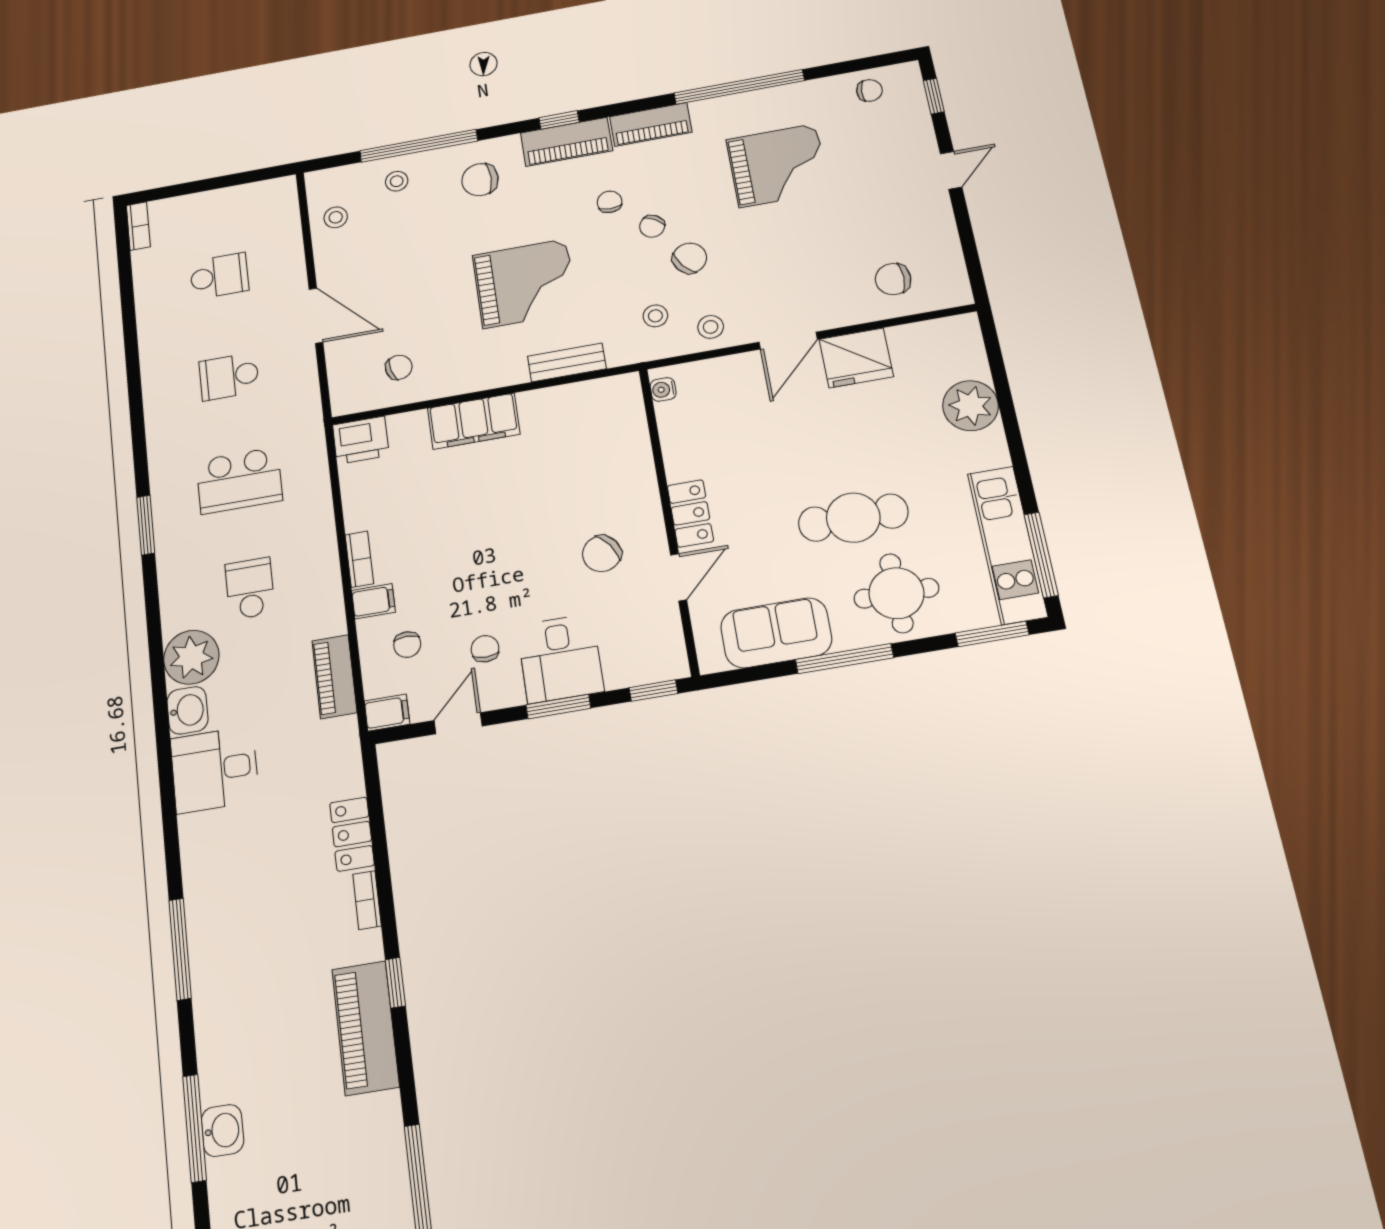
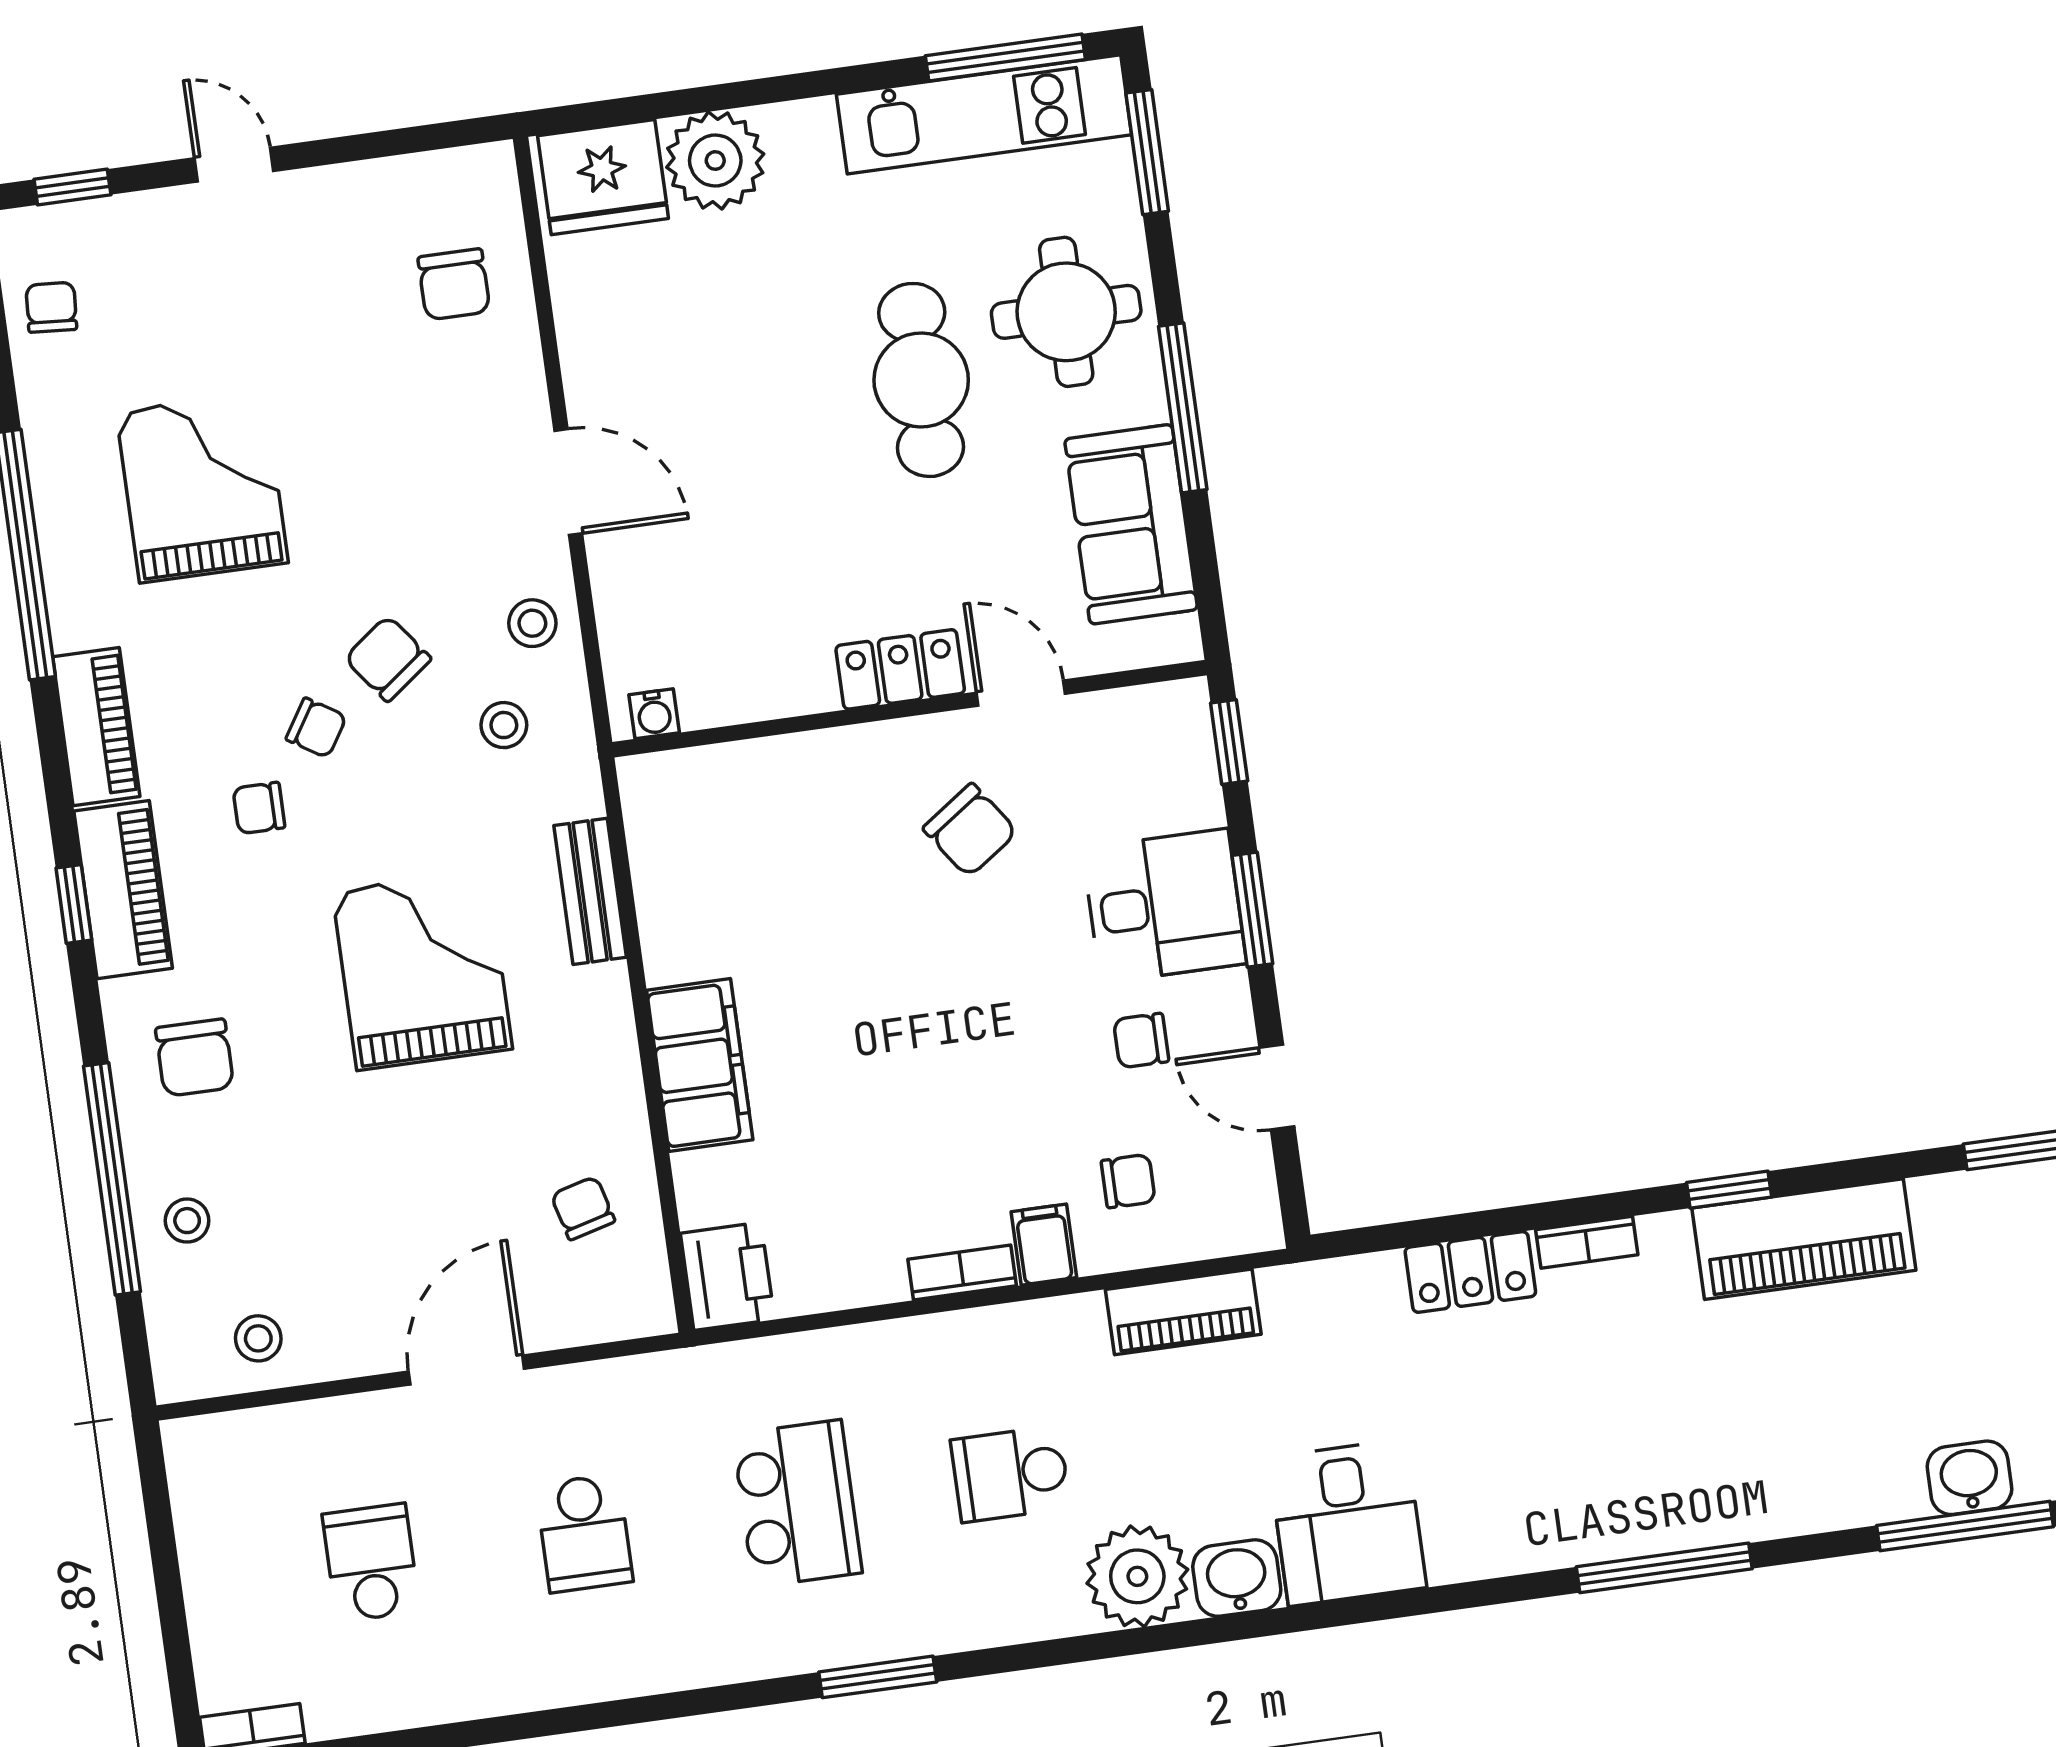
fridge: (856, 358) -> (603, 177), moved, turned 90
filing cabinet: (387, 713) -> (1253, 1215), removed

